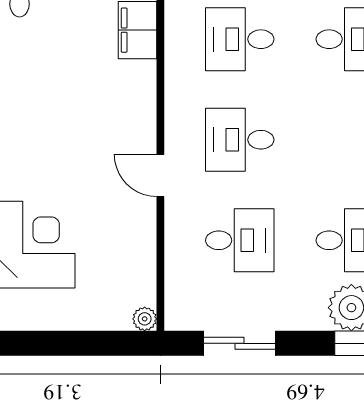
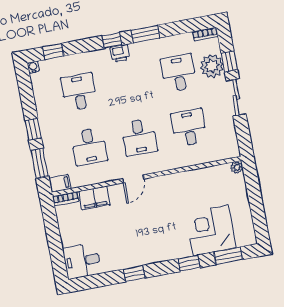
door: (160, 176) -> (133, 179), moved
sliding door: (239, 343) -> (236, 97), moved

